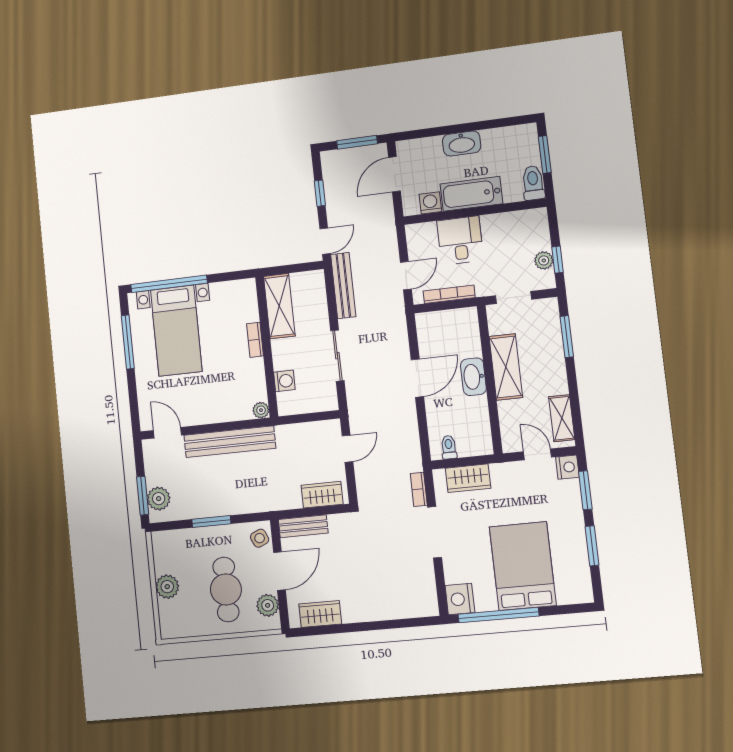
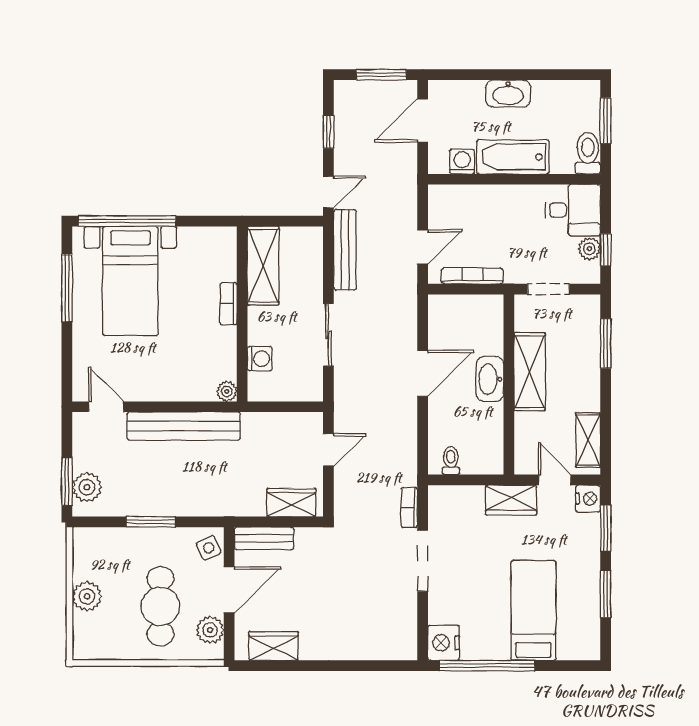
desk: (460, 240) -> (573, 210), moved, turned 90
wardrobe: (468, 478) -> (511, 500), moved
bed: (523, 566) -> (533, 610), width x0.67

